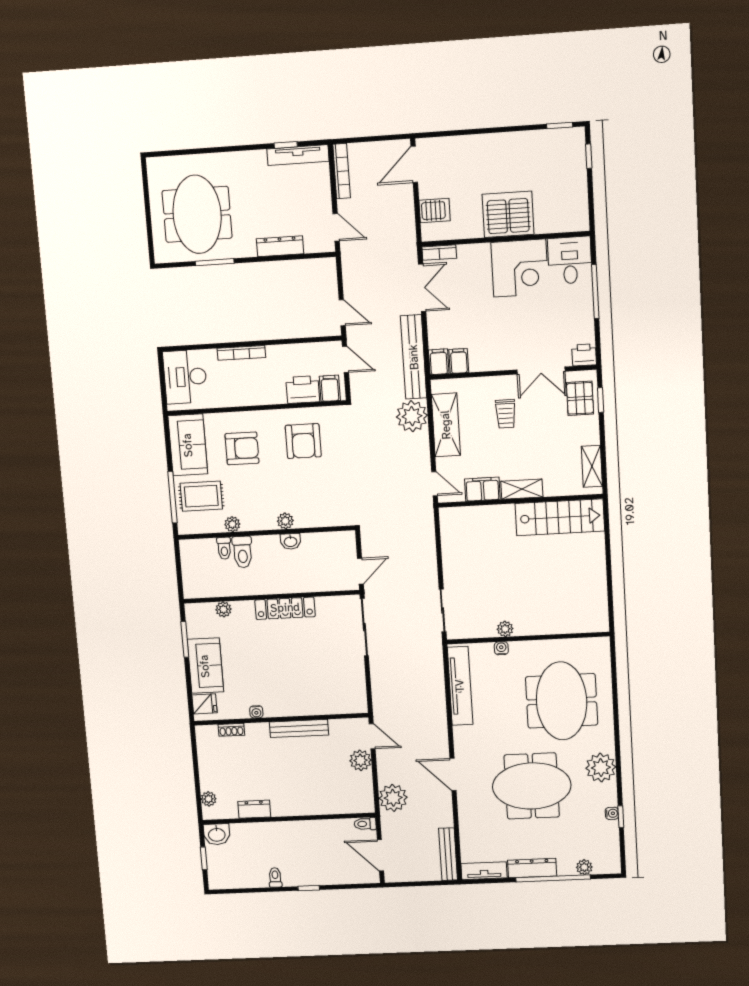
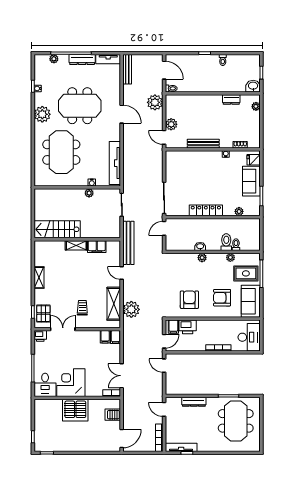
bench: (414, 357) -> (128, 243), moved
door: (345, 359) -> (164, 341), swing flipped
filing cabinet: (482, 489) -> (97, 247), moved
shelving: (522, 489) -> (76, 245), moved
wall: (520, 501) -> (77, 239), moved
stairs: (560, 517) -> (57, 229), moved

